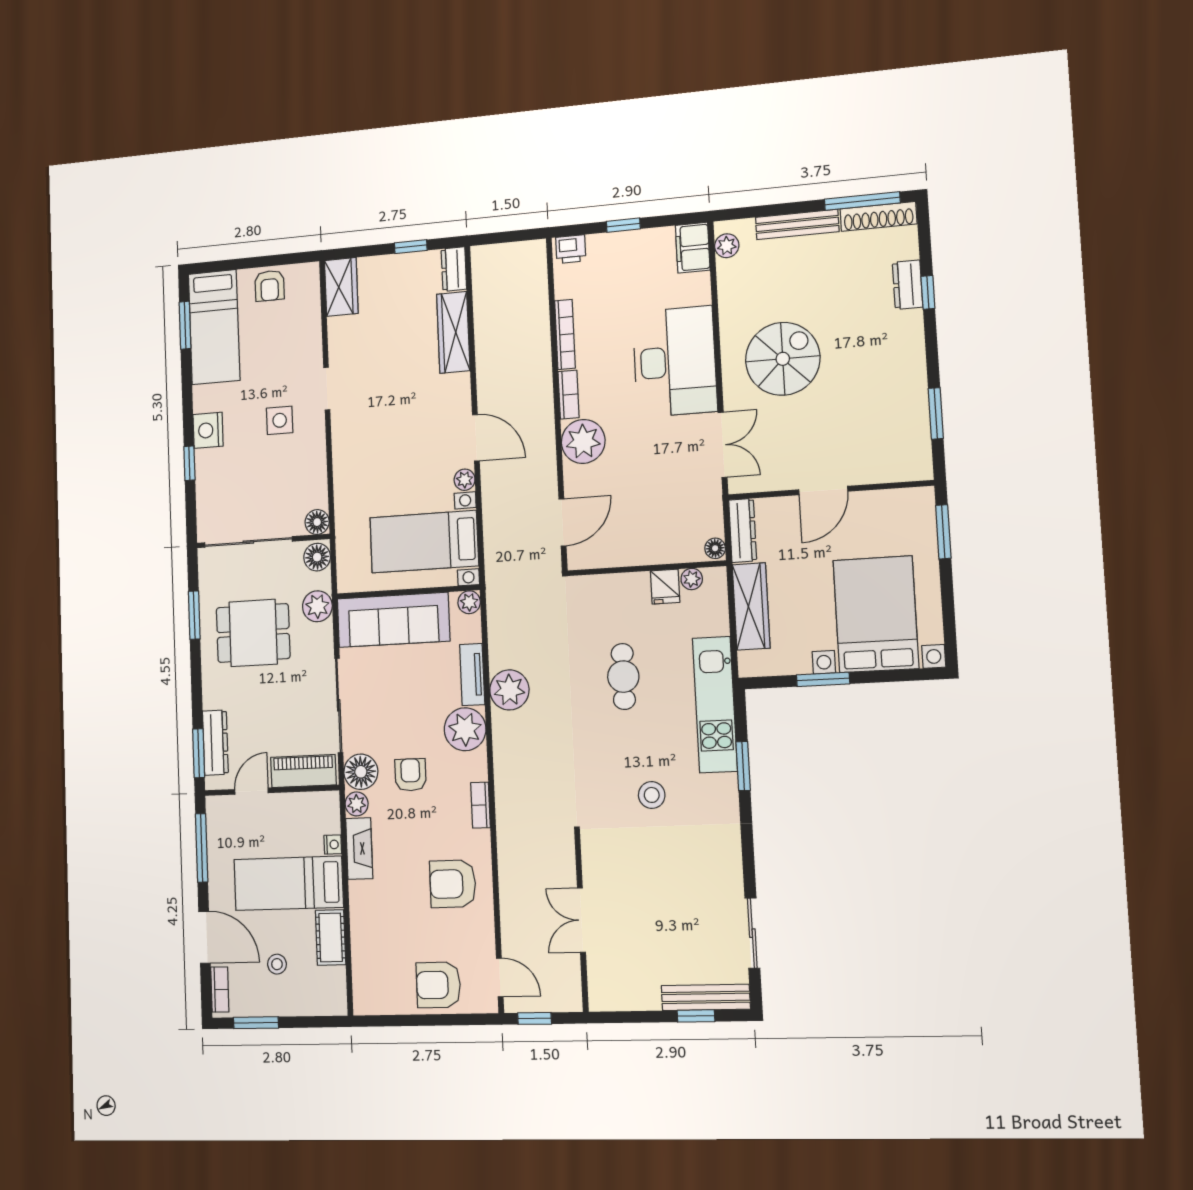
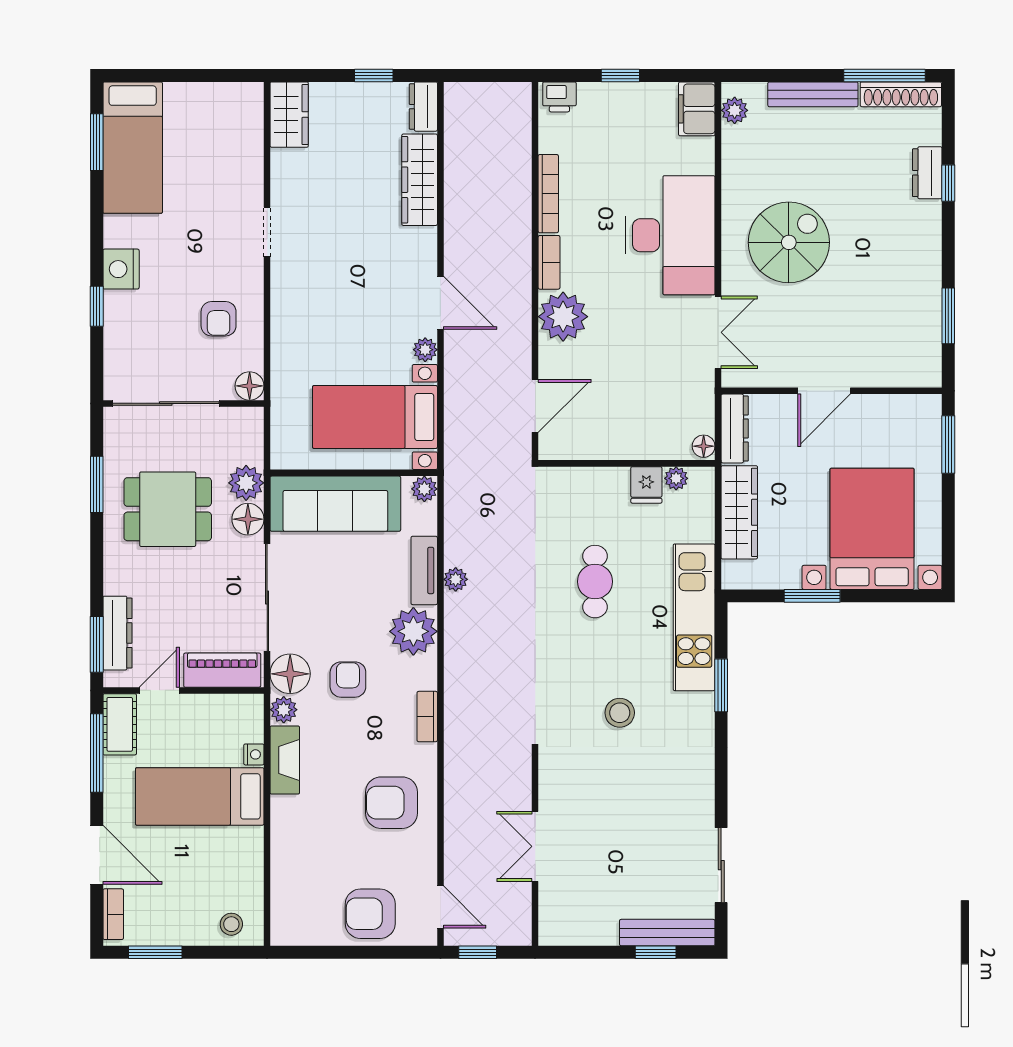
armchair: (270, 286) -> (219, 319), moved
side table: (280, 420) -> (209, 264), removed
floor lamp: (317, 557) -> (248, 519), moved
plant: (509, 690) -> (456, 579), width x0.53, depth x0.53
cot: (331, 937) -> (120, 724), moved
stool: (277, 964) -> (231, 924), moved

